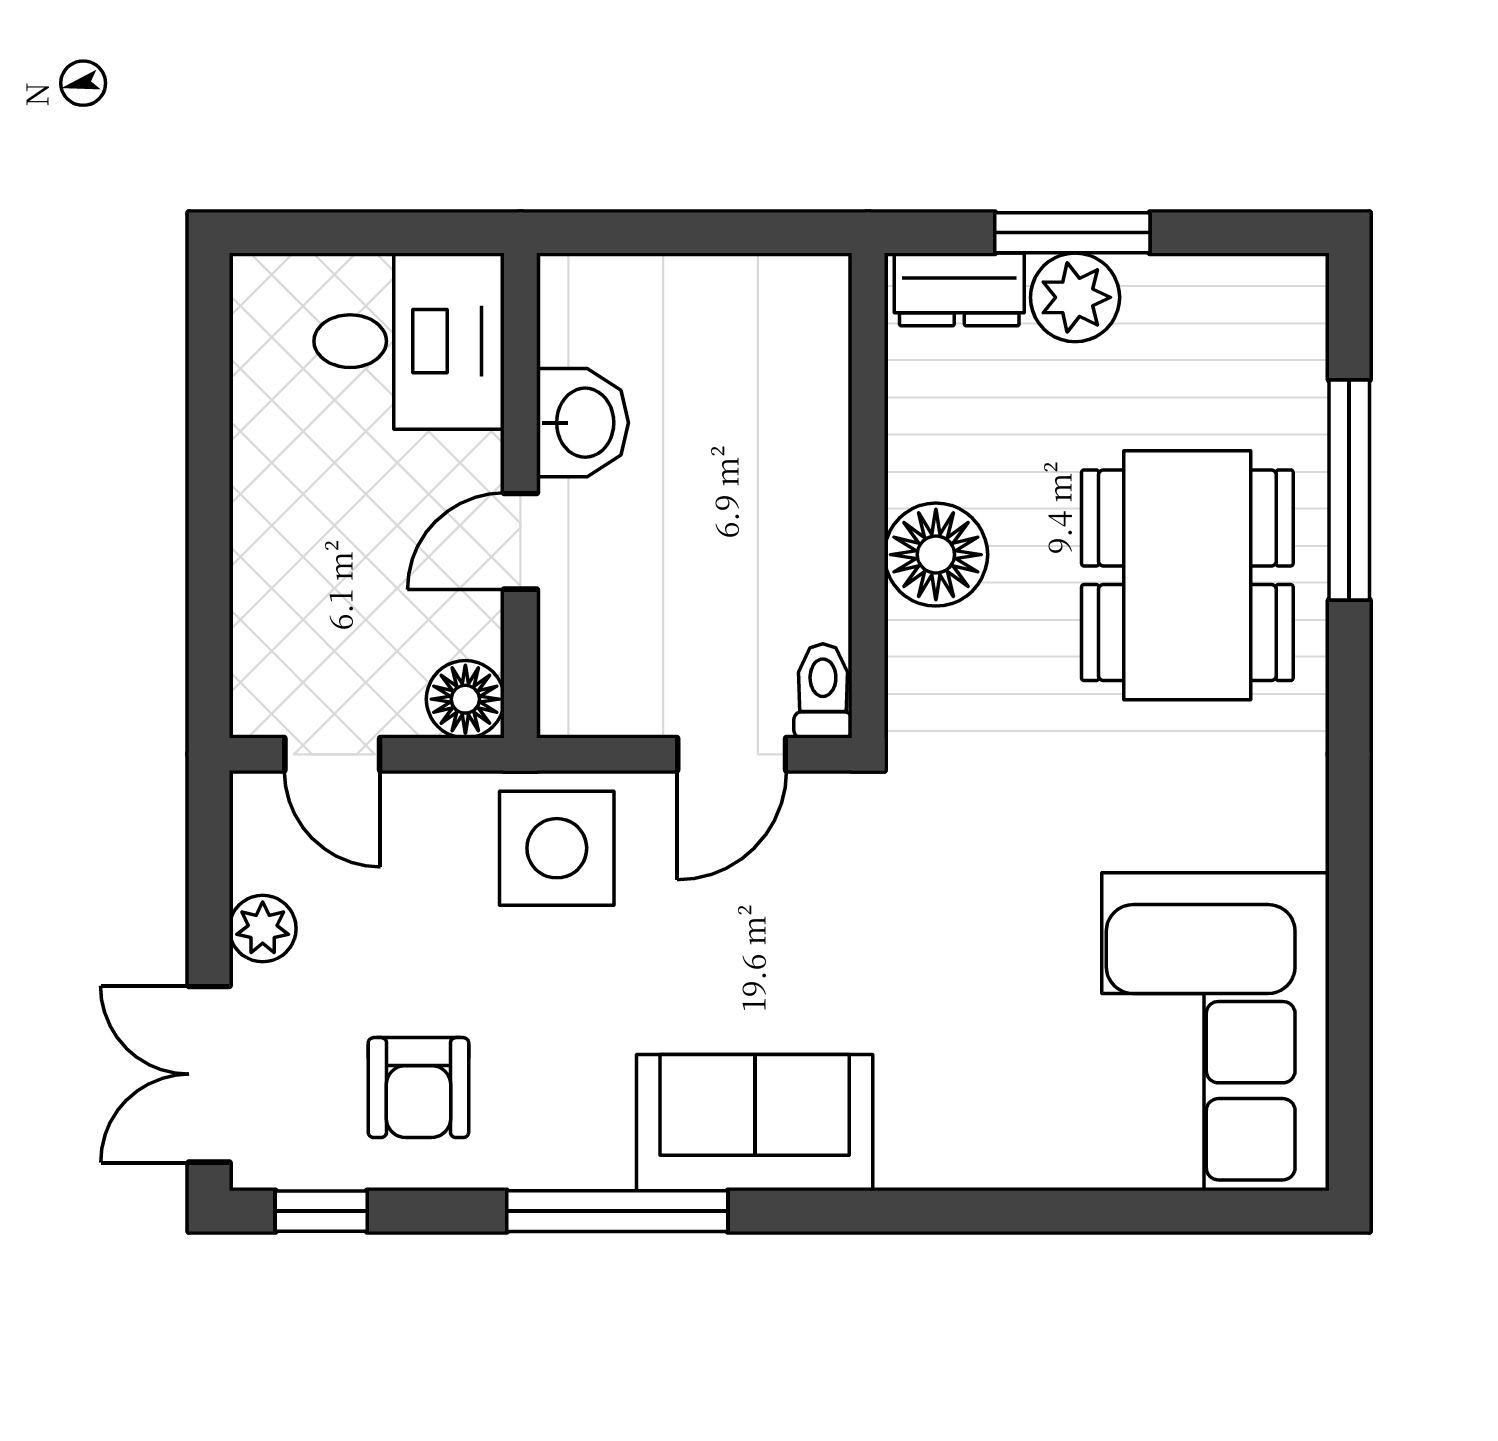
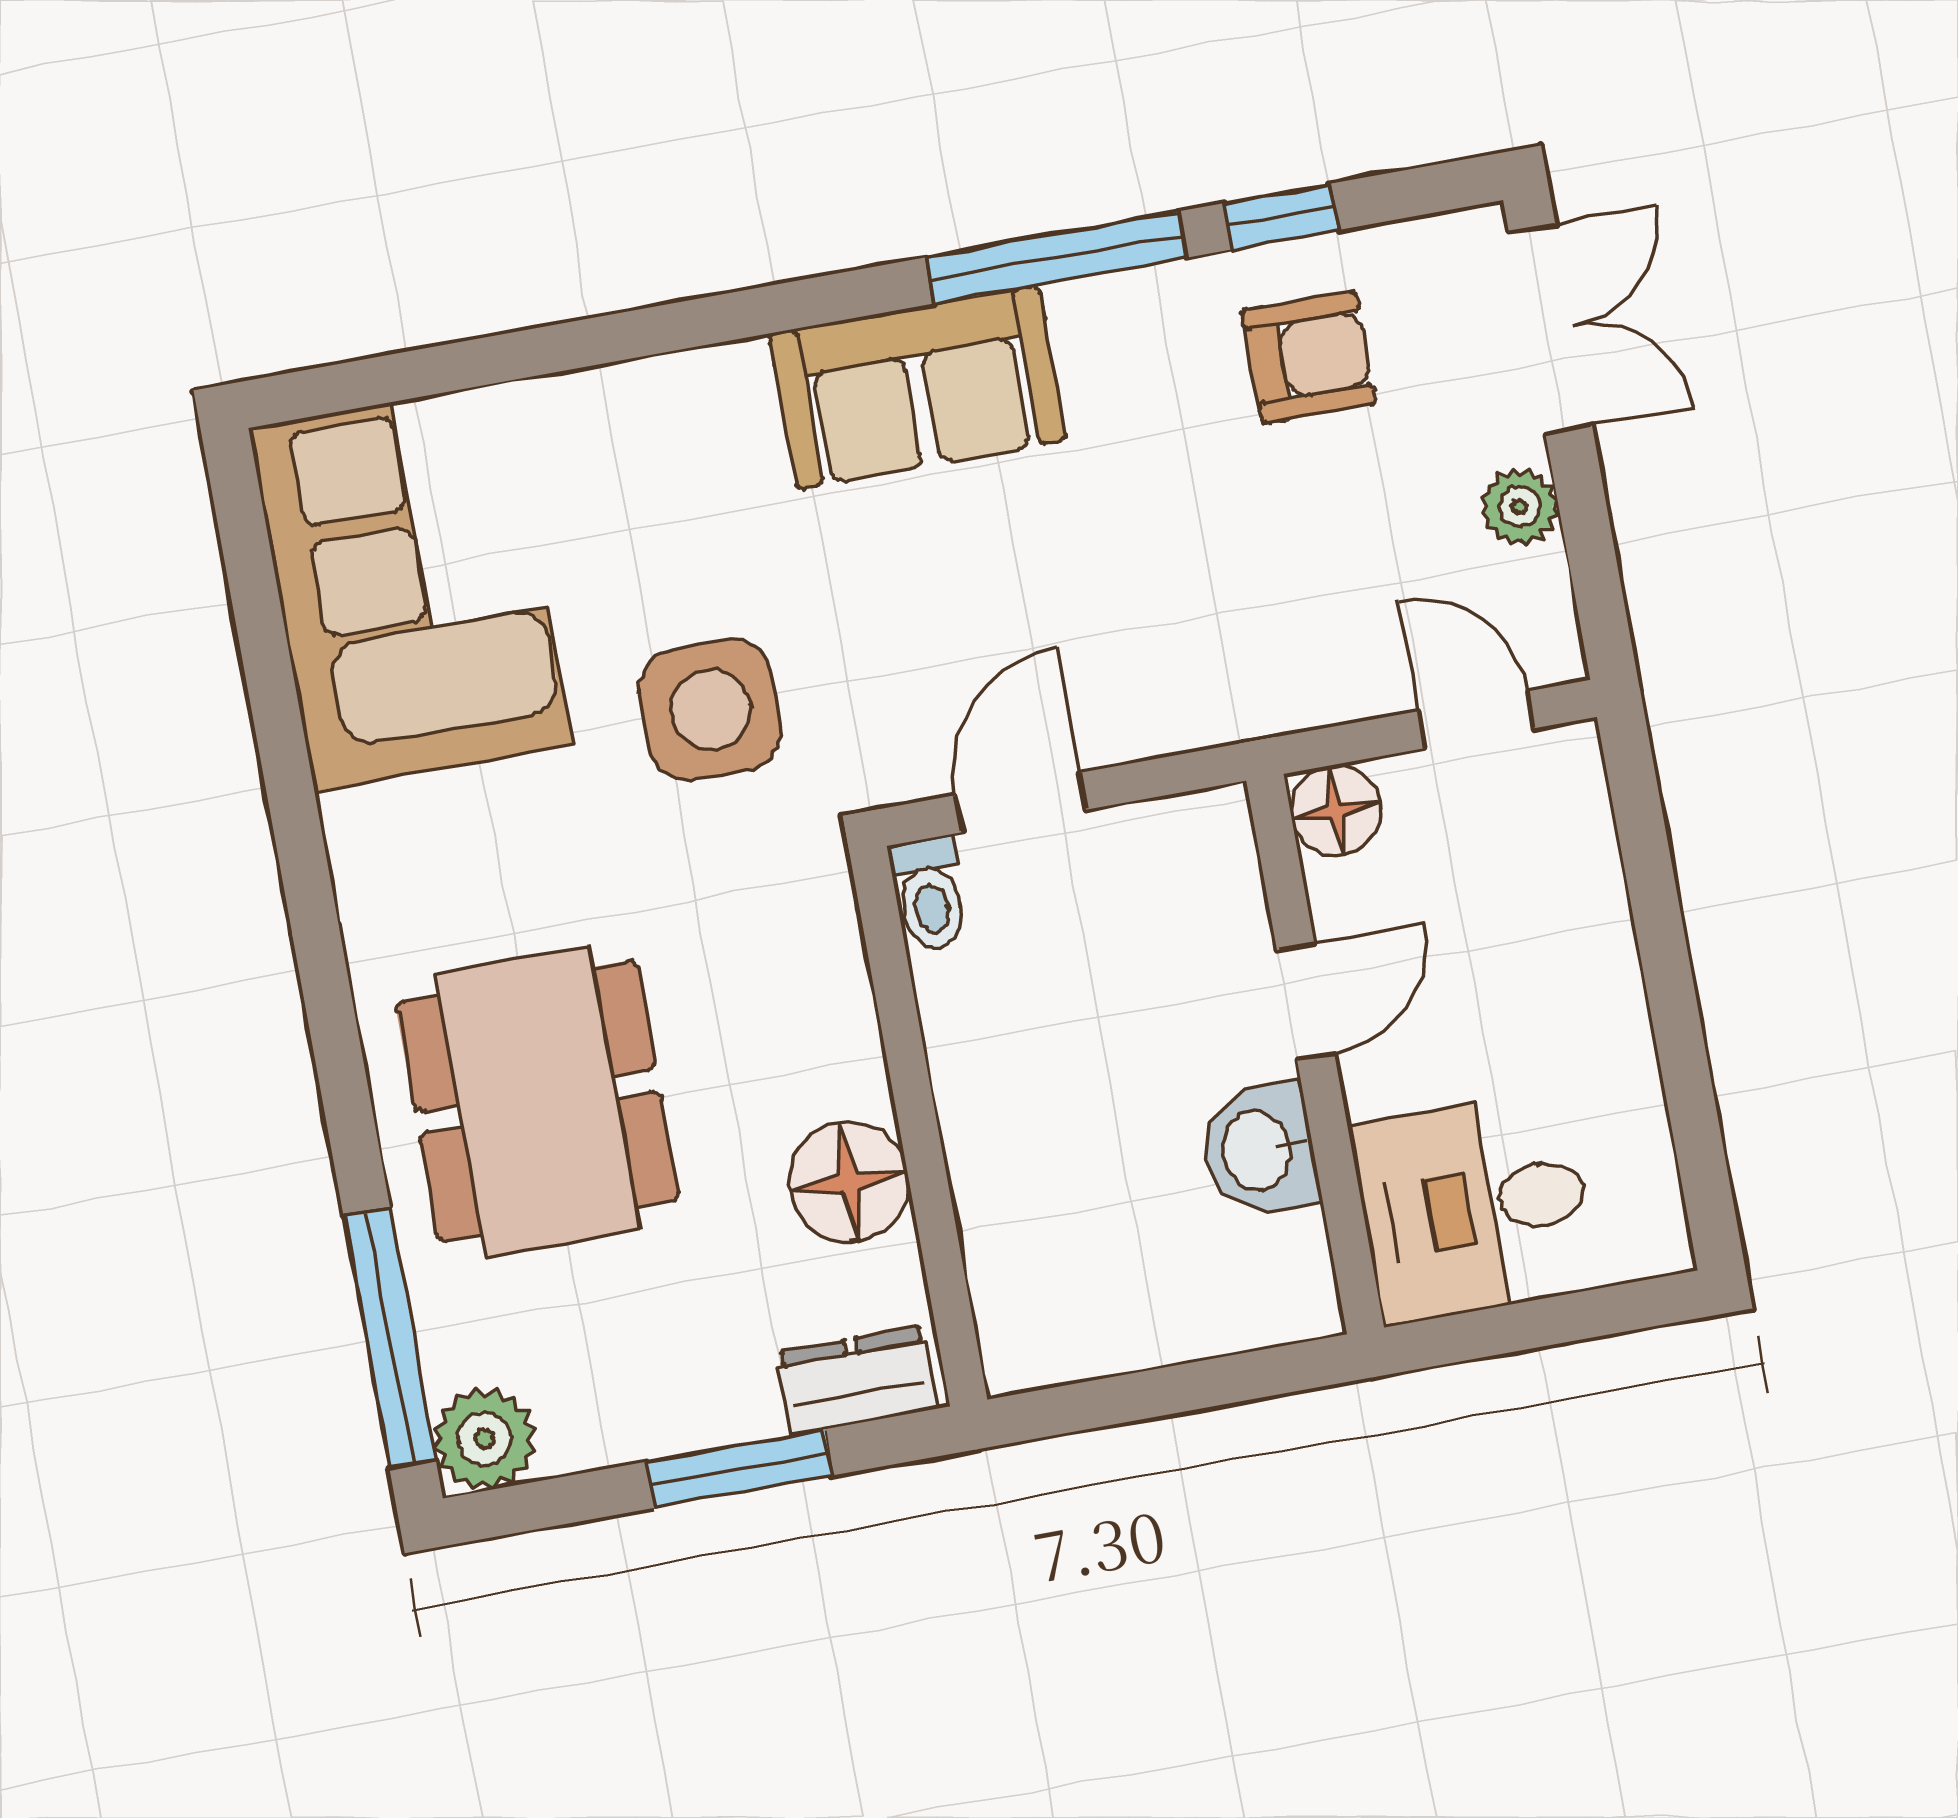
plant: (1075, 297) -> (484, 1439), moved
window: (1349, 490) -> (390, 1337), moved
floor lamp: (936, 555) -> (849, 1182), moved
side table: (557, 848) -> (710, 710), moved
armchair: (418, 1088) -> (1309, 357), turned 90
window: (321, 1211) -> (1281, 217), moved

